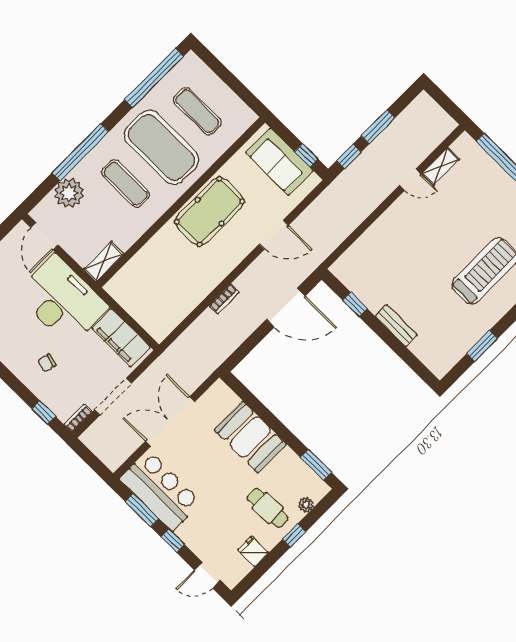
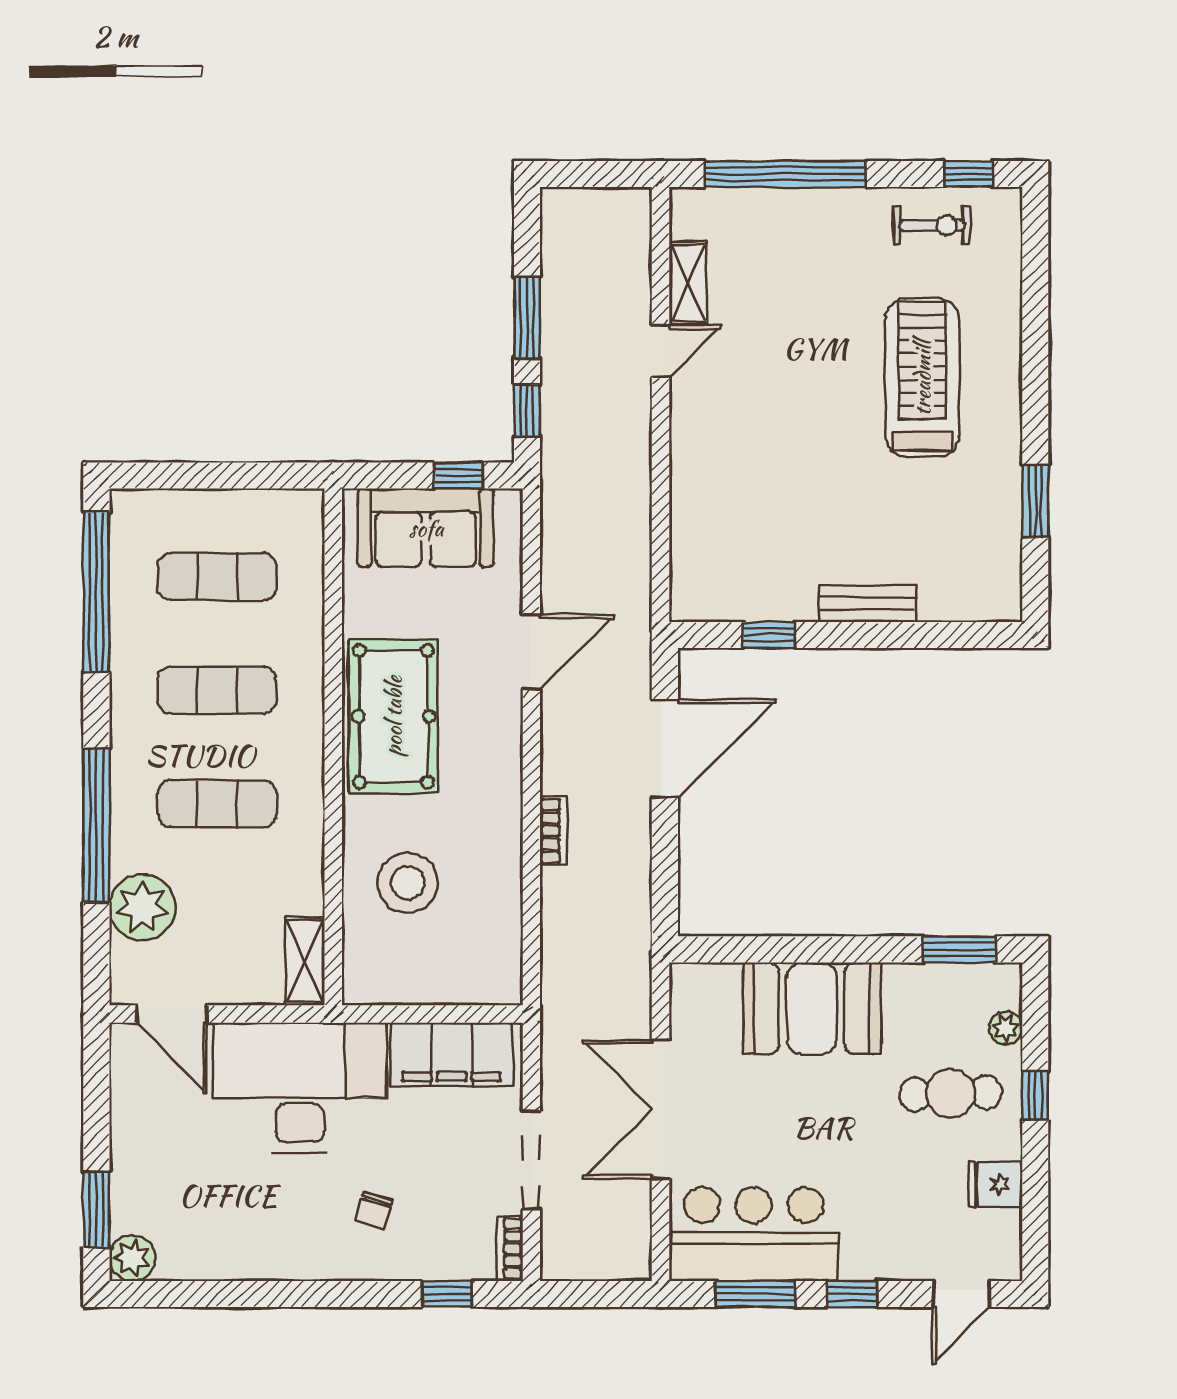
exercise mat: (161, 147) -> (217, 690), width x0.50, depth x0.69
stool: (161, 269) -> (408, 883), added

